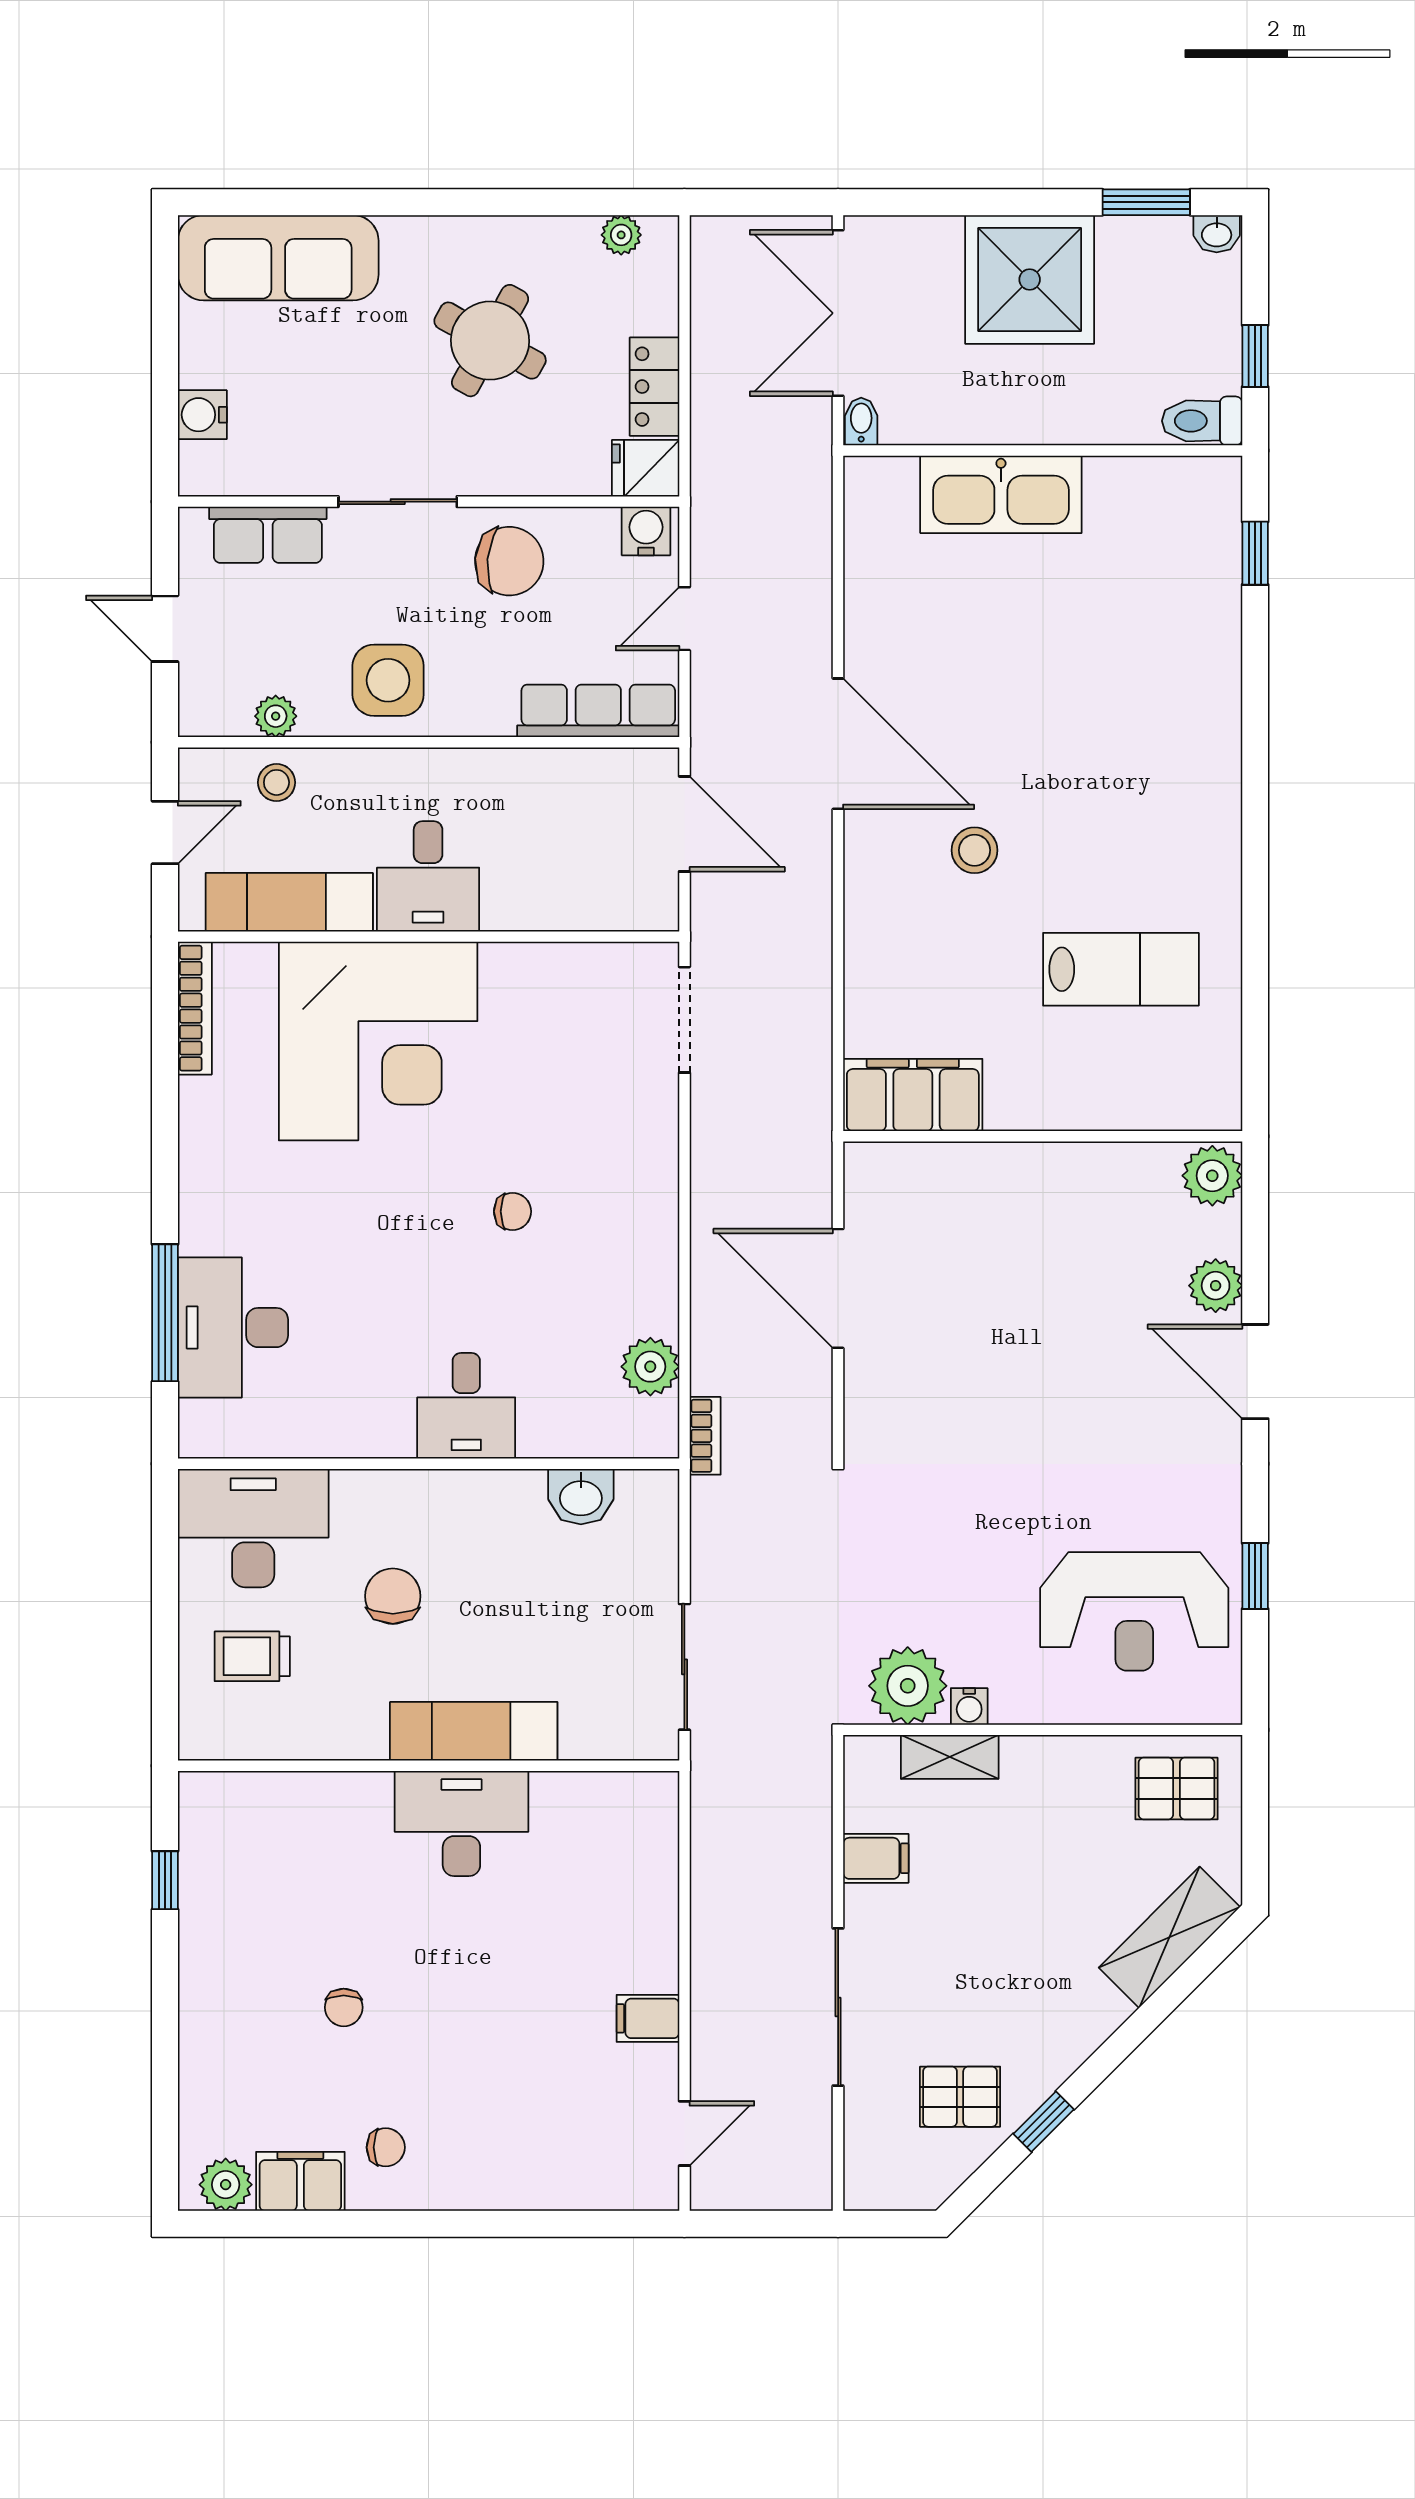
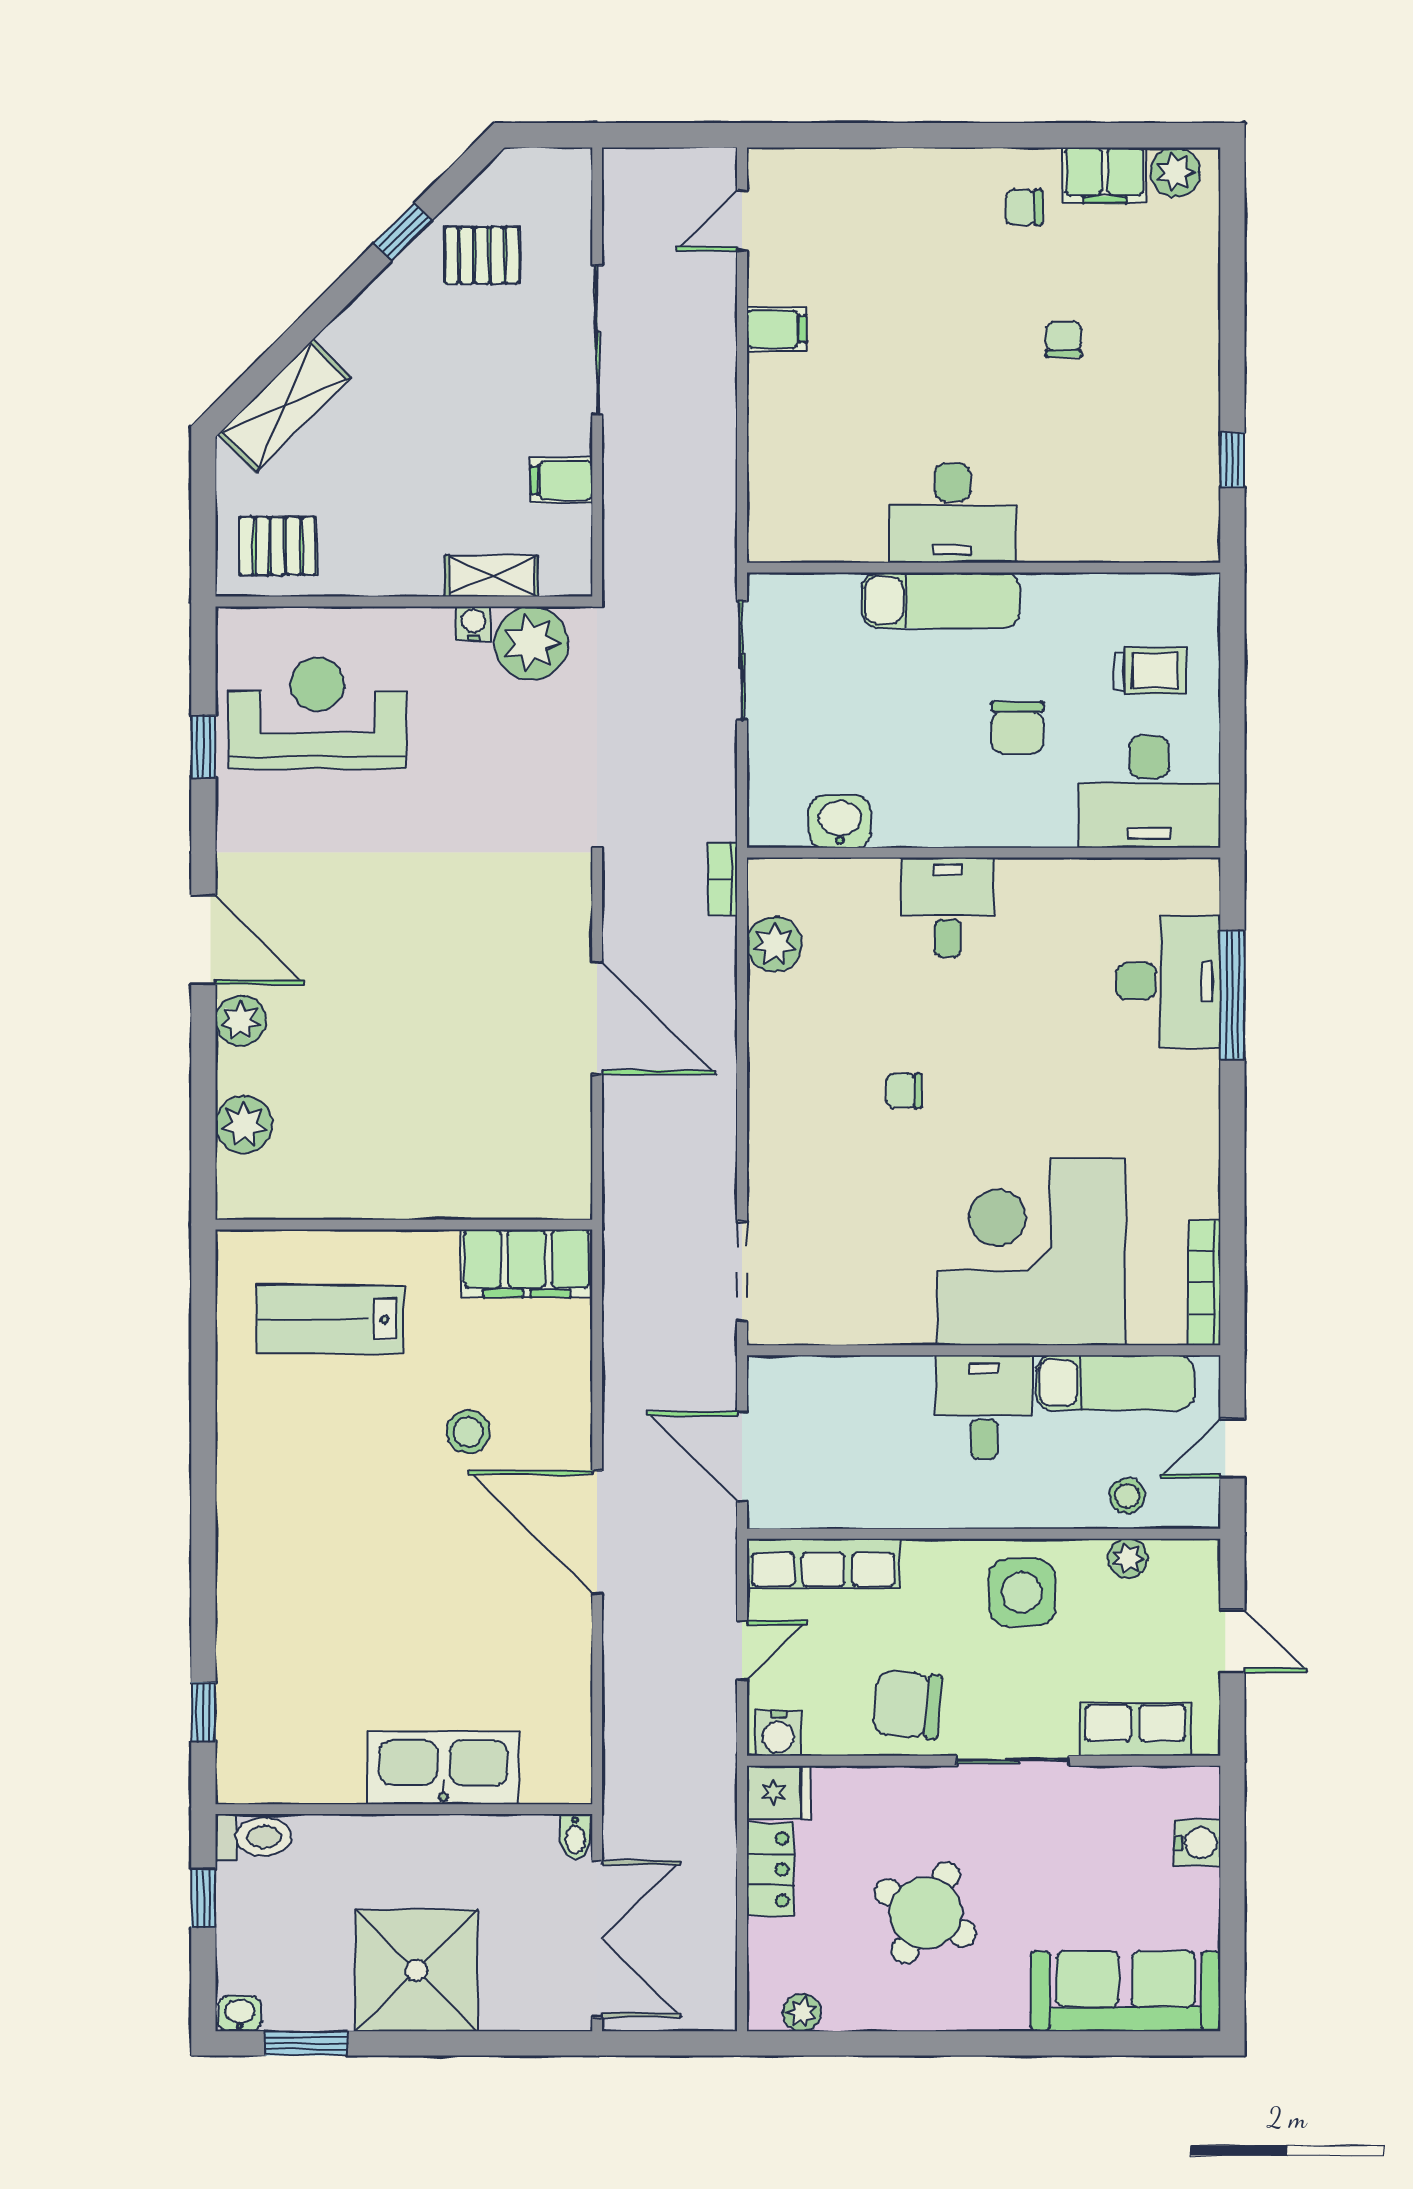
filing cabinet: (913, 1095) -> (527, 1264), moved
wall: (1043, 1136) -> (404, 1225), moved

